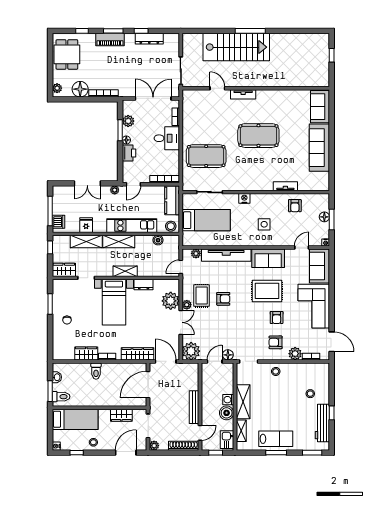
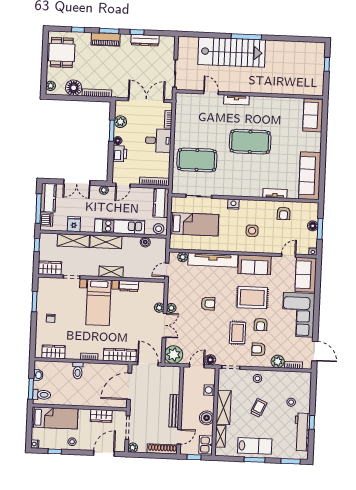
sofa: (319, 148) -> (310, 176), moved
kitchen counter: (59, 200) -> (48, 198), added
rug: (202, 296) -> (238, 333), moved
plant: (171, 301) -> (159, 308), width x0.53, depth x0.53
wardrobe: (86, 353) -> (54, 352), moved
washing machine: (228, 400) -> (209, 390), moved
trolley: (278, 401) -> (259, 408), added

